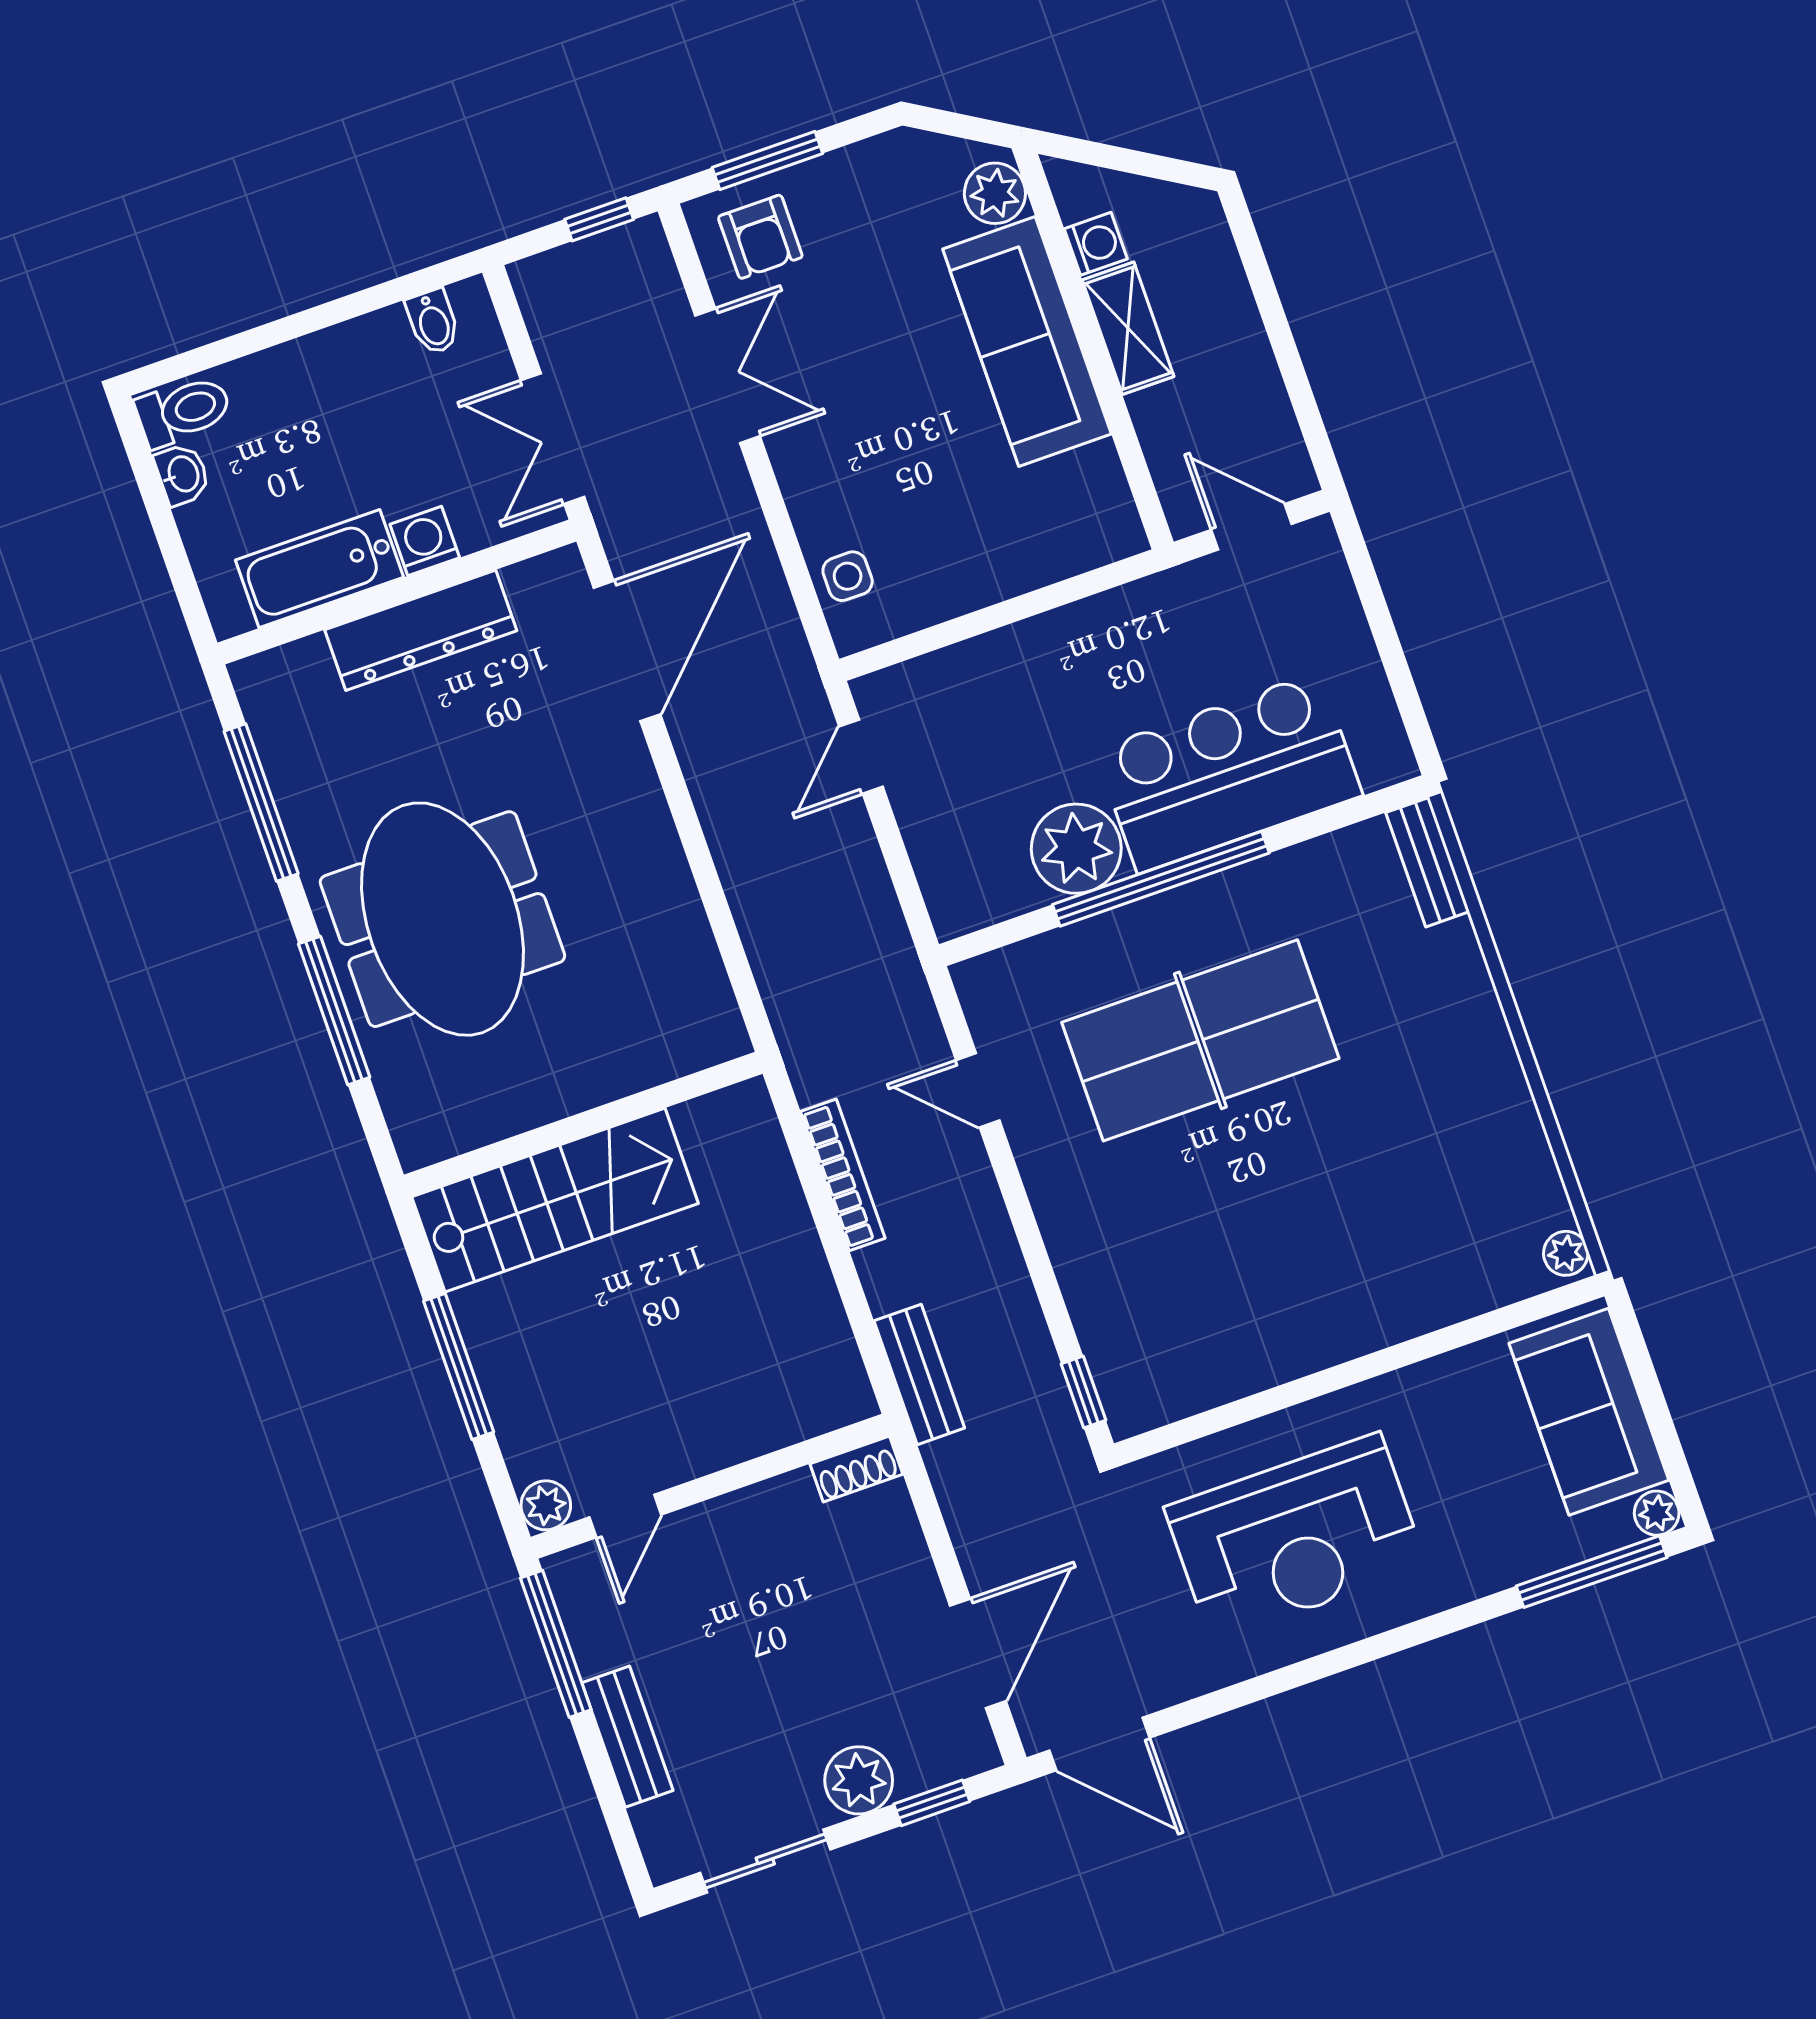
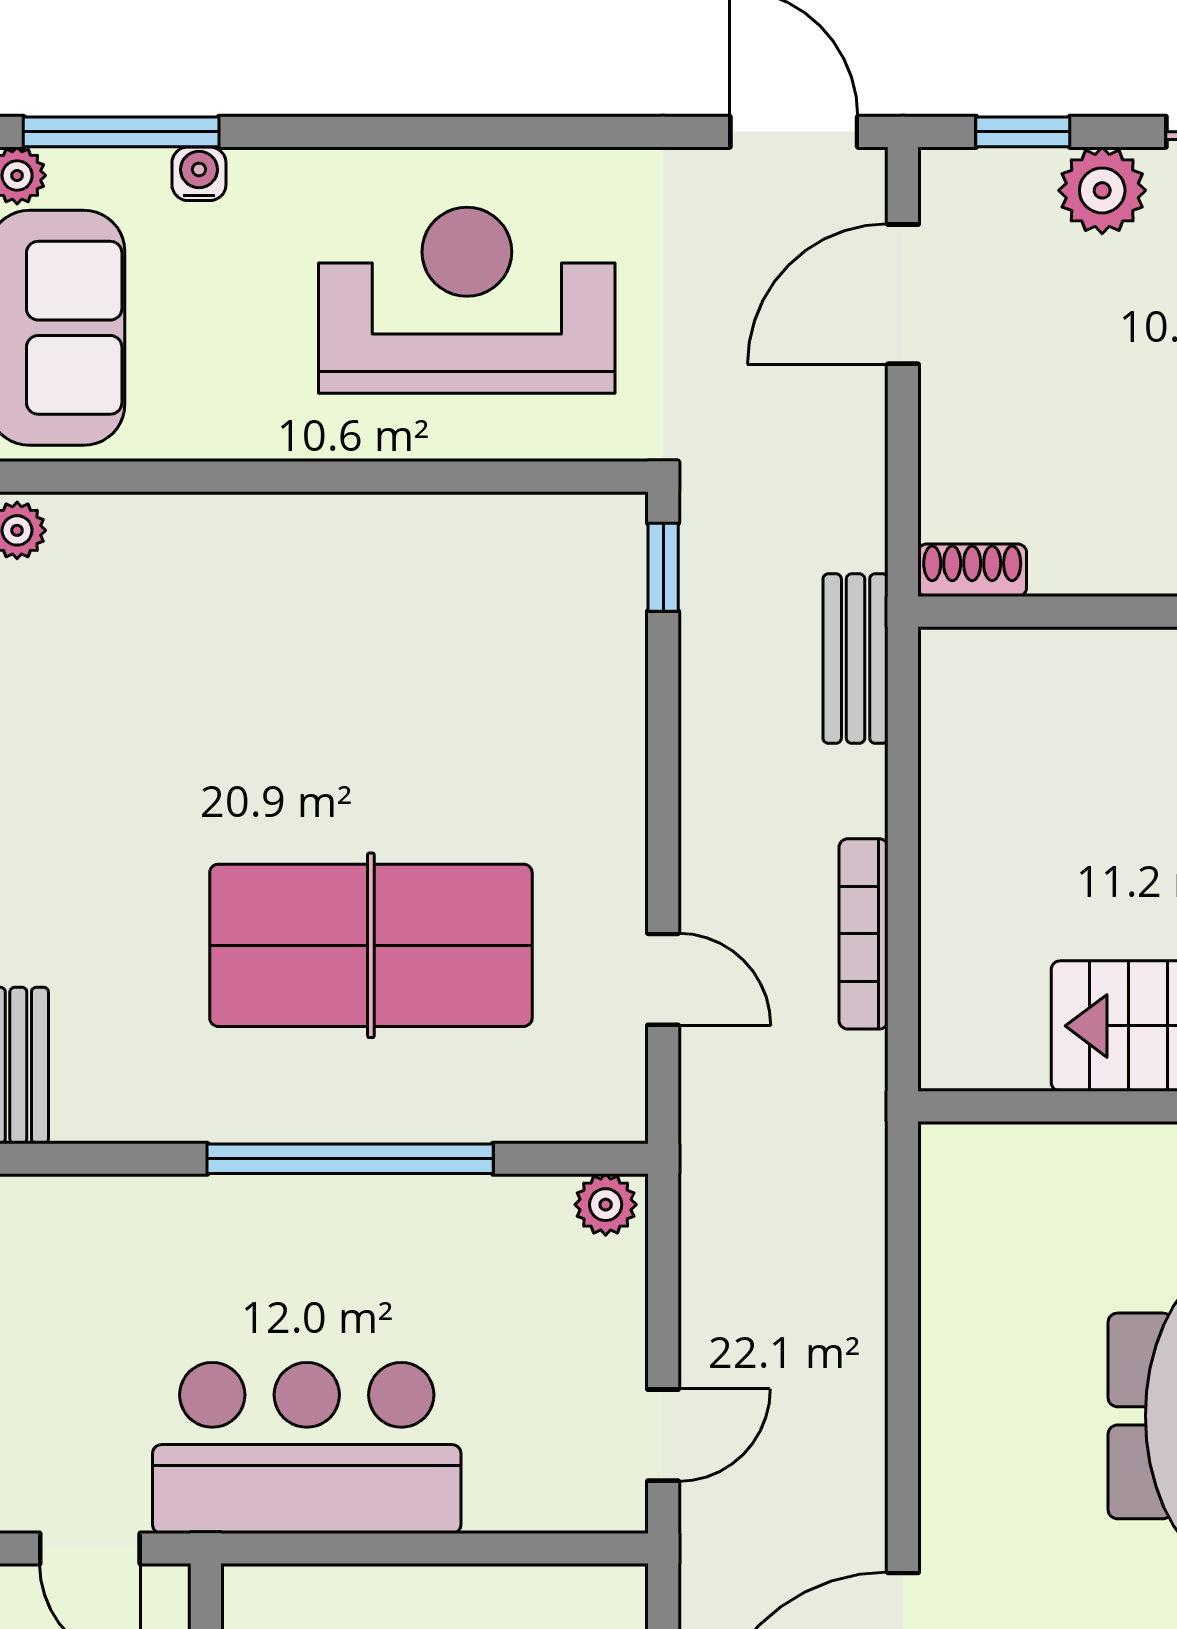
bar counter: (1229, 772) -> (307, 1448), moved, turned 180
plant: (1076, 849) -> (606, 1205), moved, width x0.53, depth x0.53
water cooler: (1524, 1561) -> (199, 174), added

